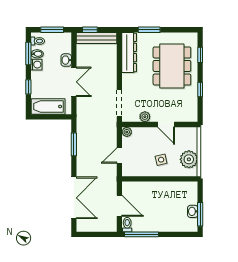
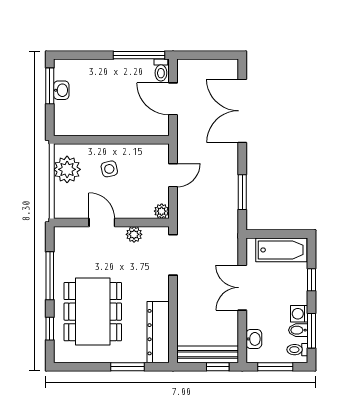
washbasin: (66, 60) -> (254, 339), moved
window: (200, 90) -> (50, 276), width x2.17

